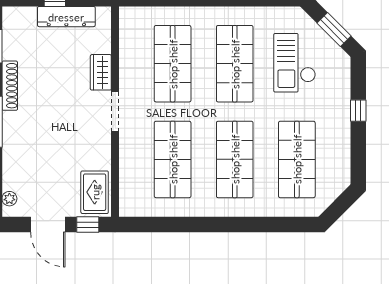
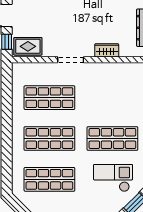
shop shelf: (173, 64) -> (112, 98), removed
doorway: (115, 112) -> (71, 60), moved

